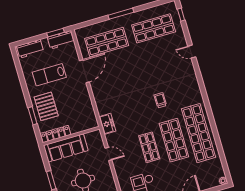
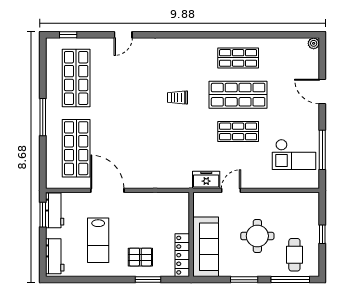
pallet: (46, 106) -> (140, 257), width x0.67, depth x0.71
freezer: (107, 124) -> (206, 180), moved
shop shelf: (198, 133) -> (238, 58), width x0.50, depth x0.74

